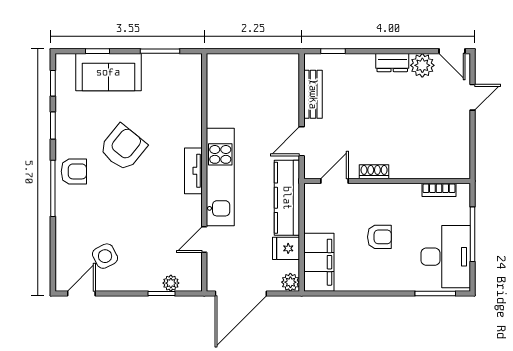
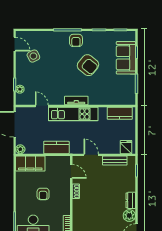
kitchen counter: (219, 84) -> (120, 113), added
kitchen counter: (287, 198) -> (56, 147), width x0.67
fridge: (286, 248) -> (126, 147), moved

